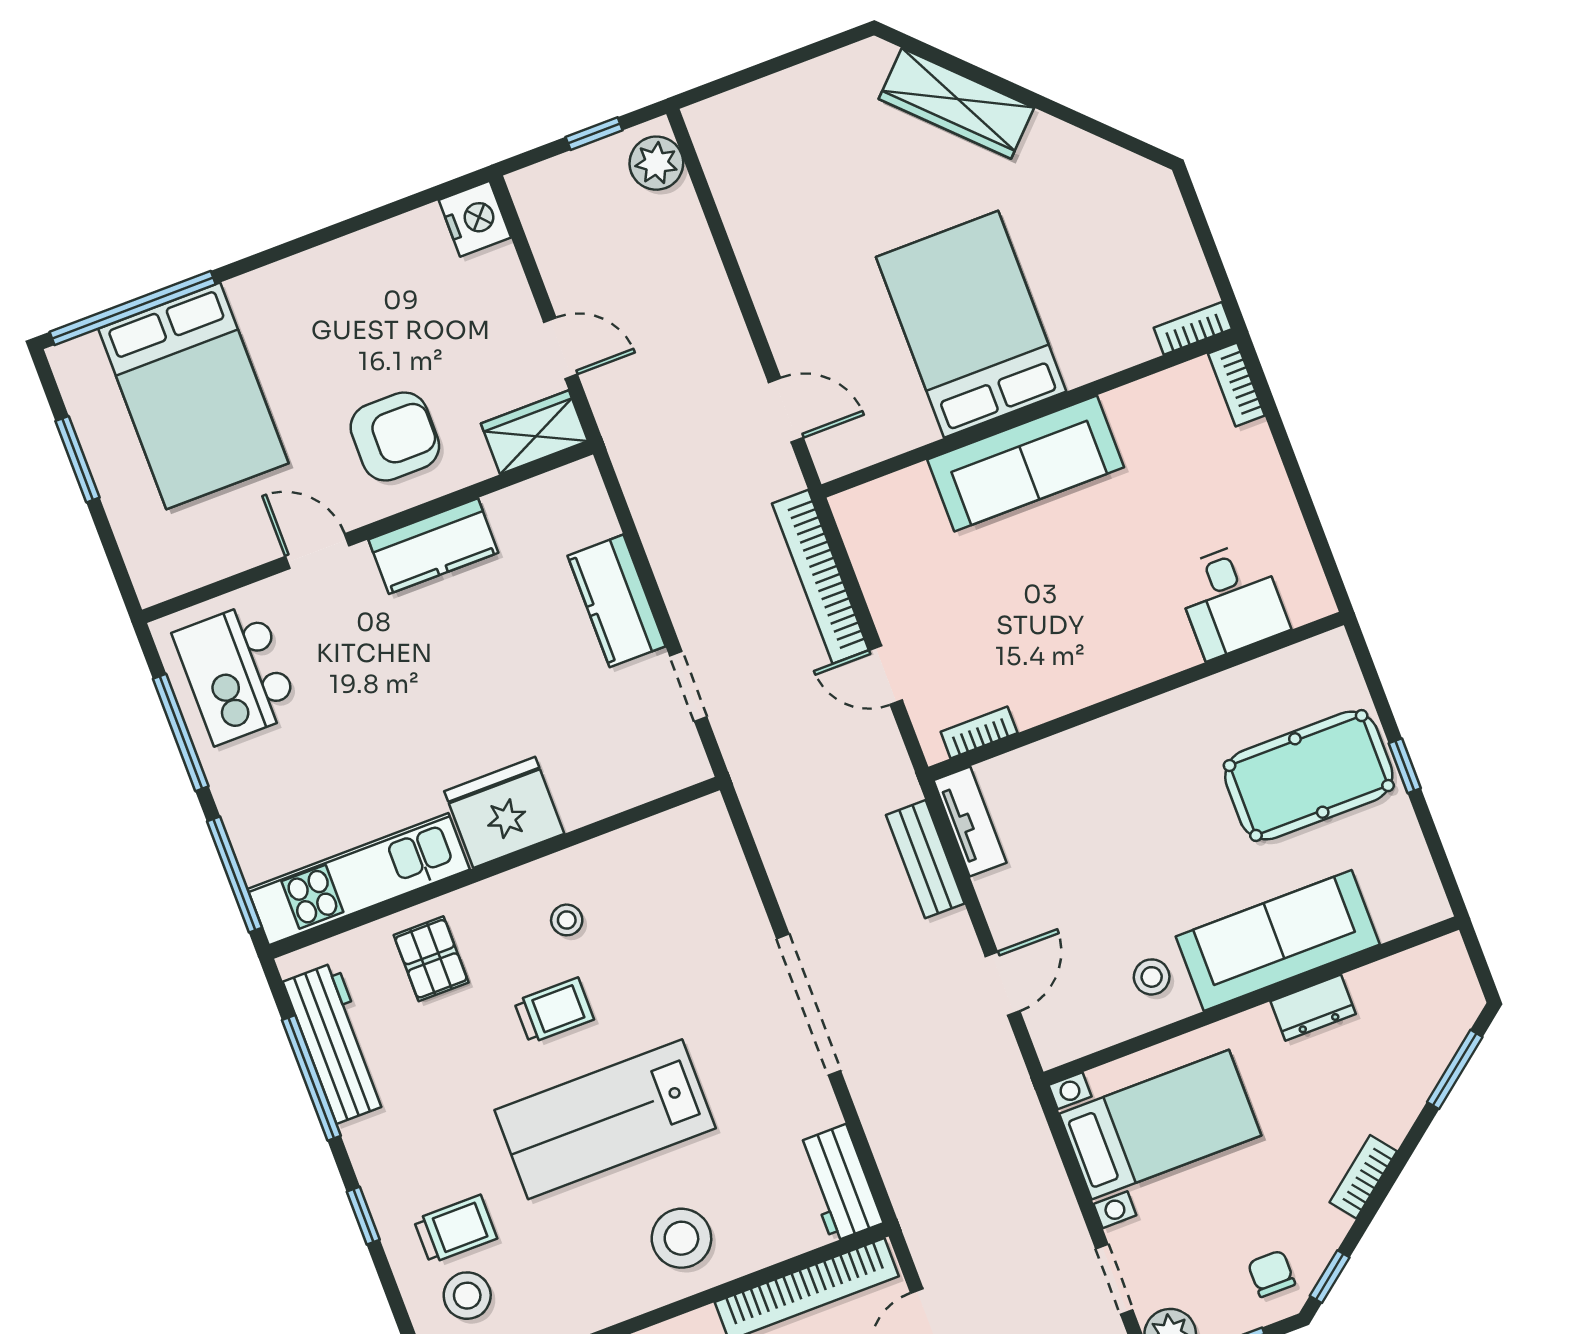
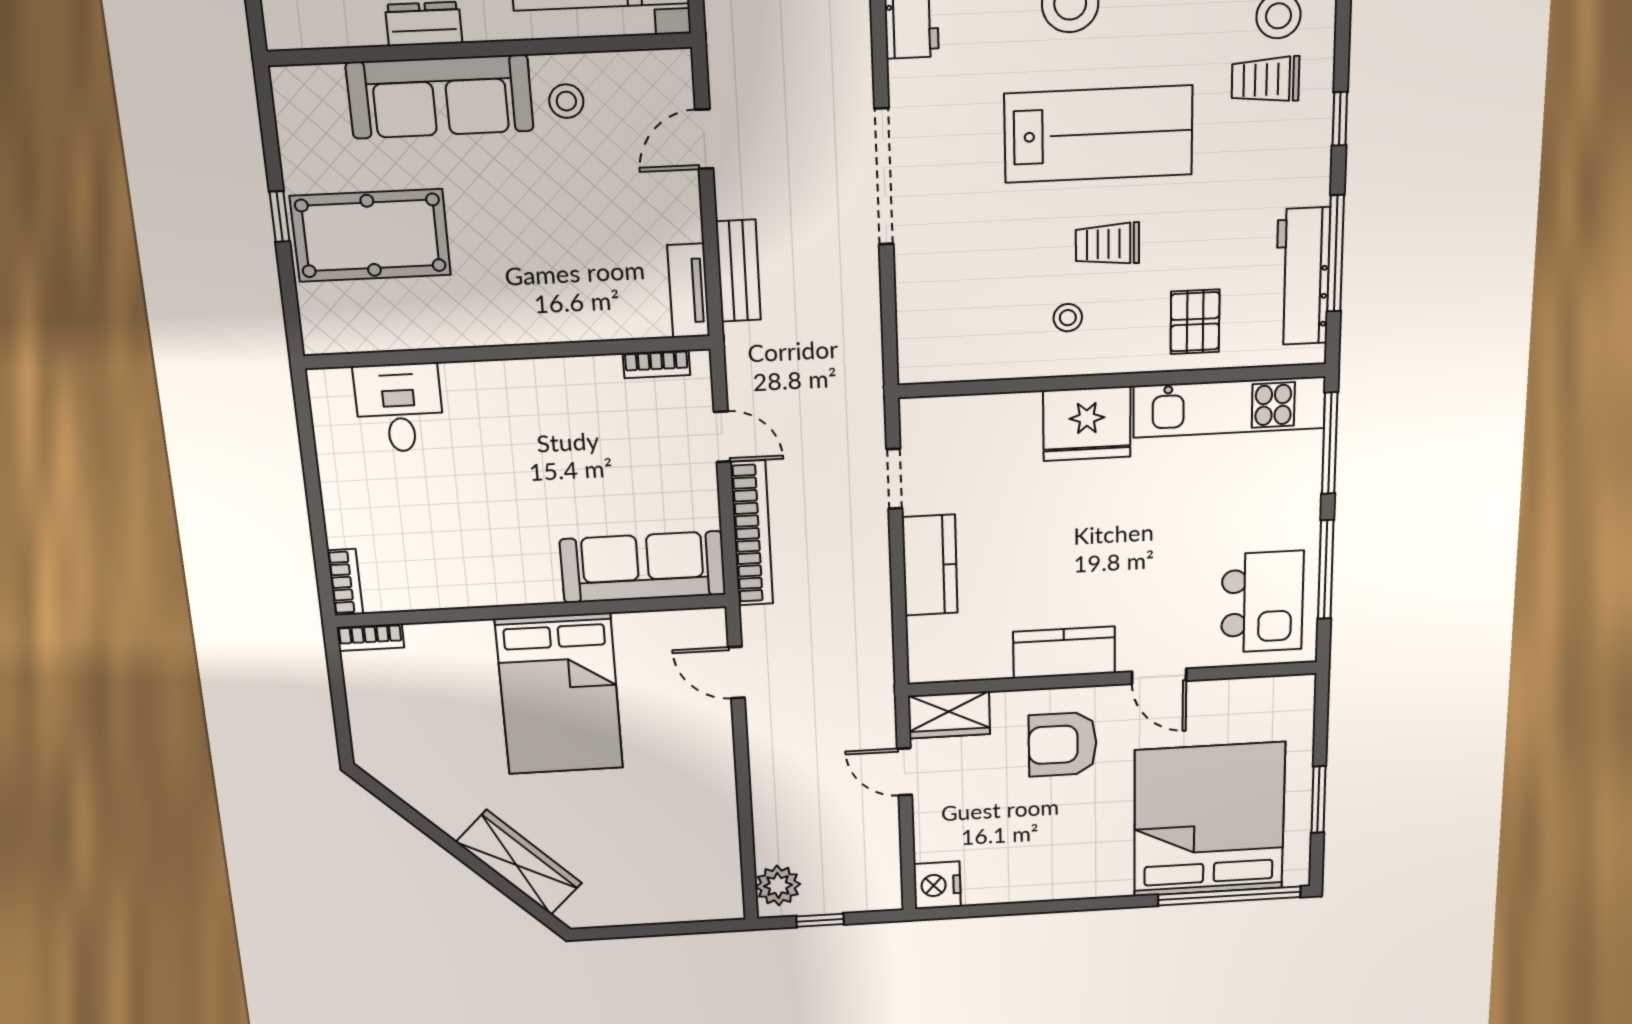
bed: (193, 396) -> (1209, 820), width x1.36
sofa: (1026, 463) -> (643, 567), moved

